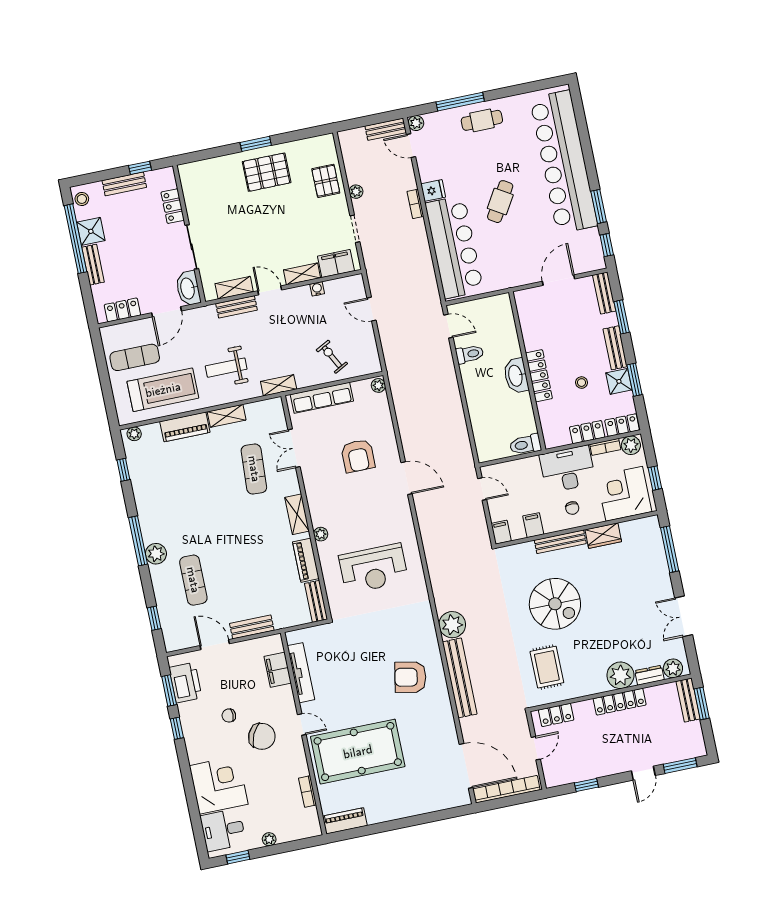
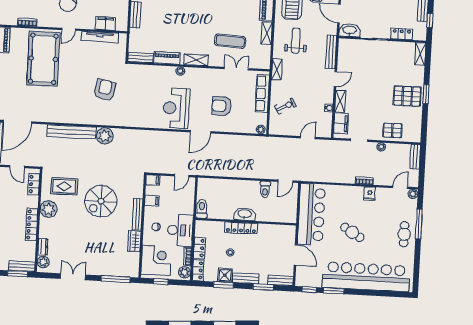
bench: (386, 129) -> (415, 157), moved
pallet: (267, 172) -> (407, 96), turned 90
bar counter: (454, 247) -> (311, 214), moved, turned -90
shelving: (234, 288) -> (420, 54), moved
bench: (237, 307) -> (331, 52), width x1.36
reception desk: (373, 569) -> (176, 108), moved
plant: (620, 675) -> (49, 209), moved
armchair: (410, 677) -> (105, 90), moved

